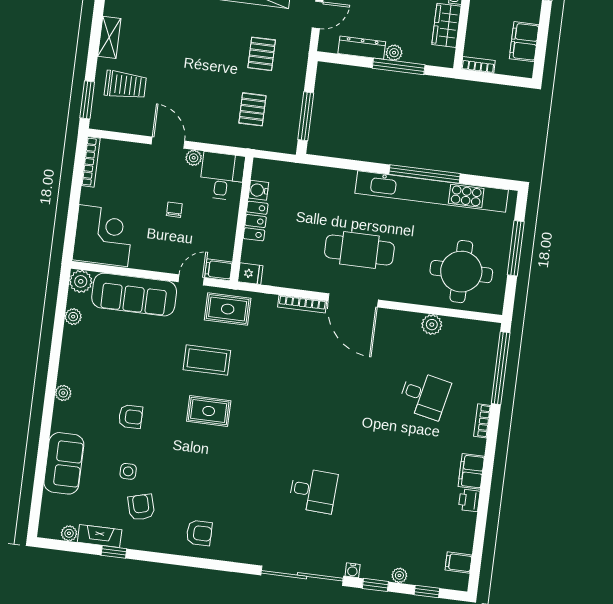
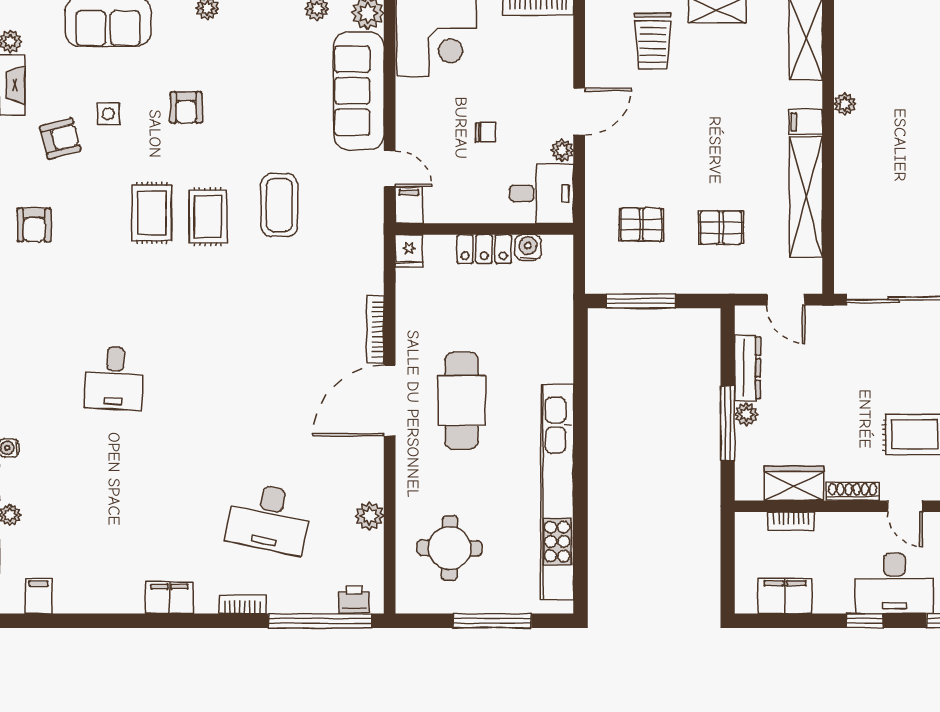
bookcase: (478, 65) -> (791, 521), moved, turned 90
window: (425, 174) -> (581, 479), removed
round table: (461, 272) -> (450, 548), width x0.73, depth x0.73
rug: (228, 309) -> (152, 213), moved
desk: (424, 395) -> (269, 518), width x1.37
printer: (469, 500) -> (354, 600), moved

